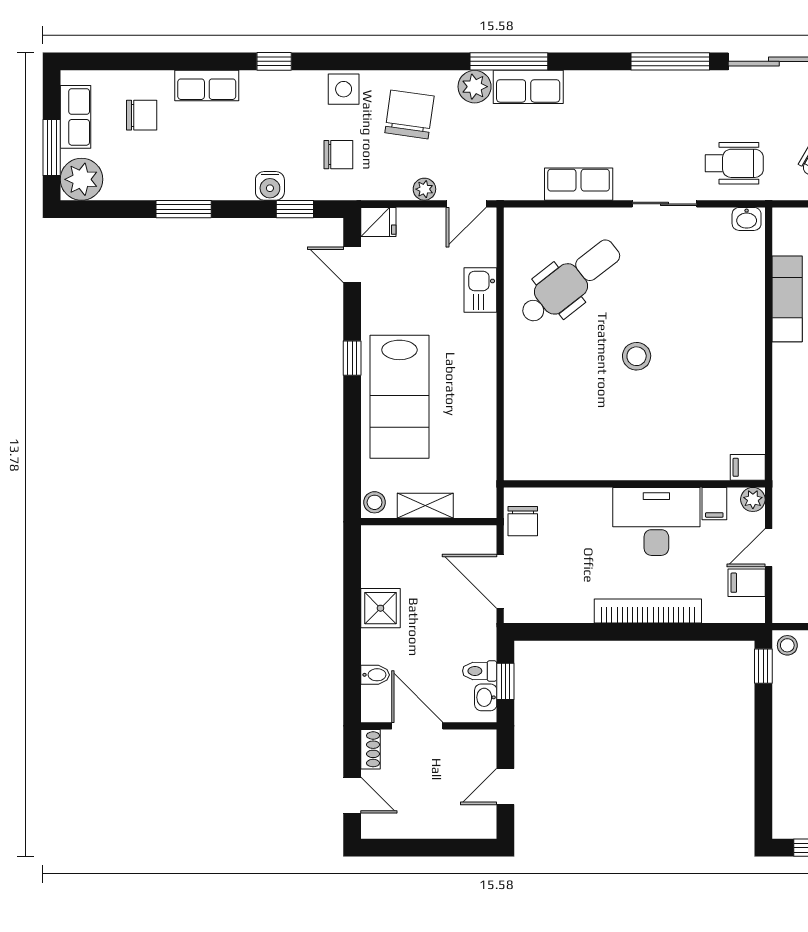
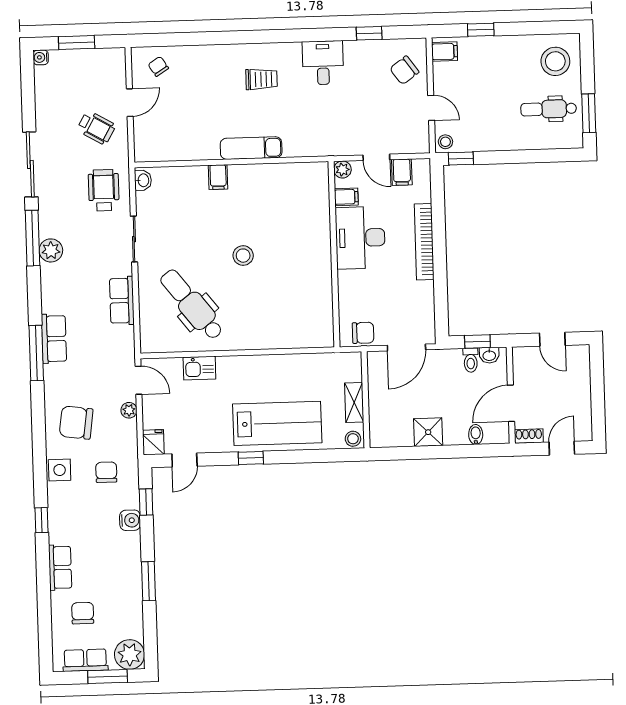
plant: (475, 87) -> (51, 250), moved
exam couch: (787, 299) -> (251, 148), moved
filing cabinet: (748, 467) -> (218, 177), moved

